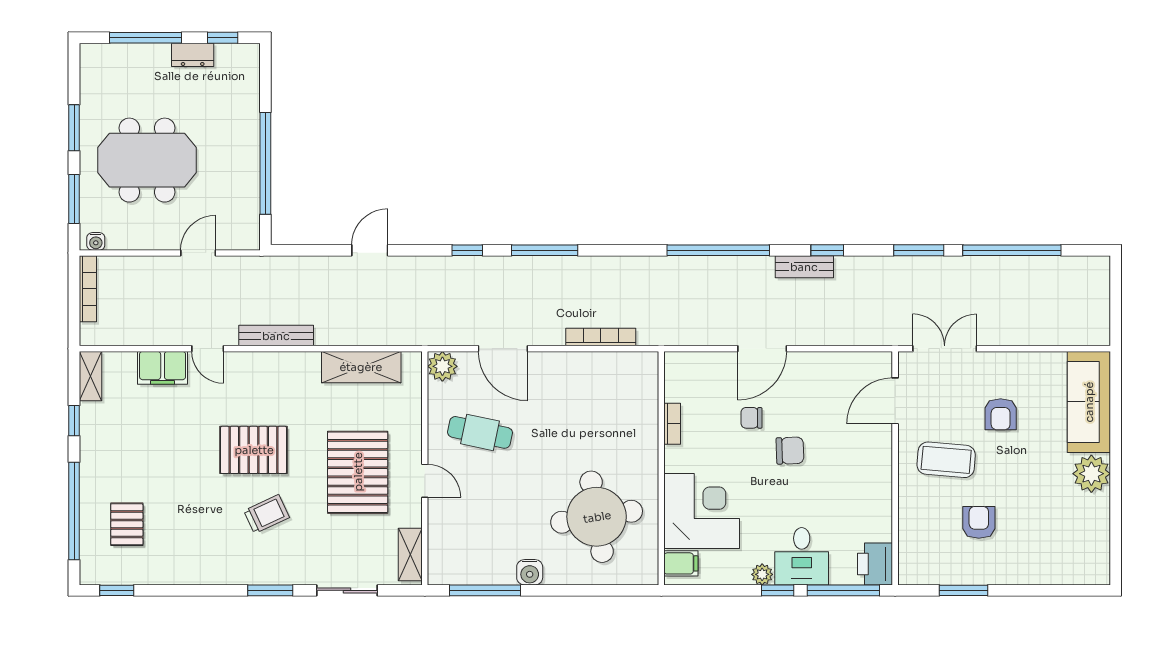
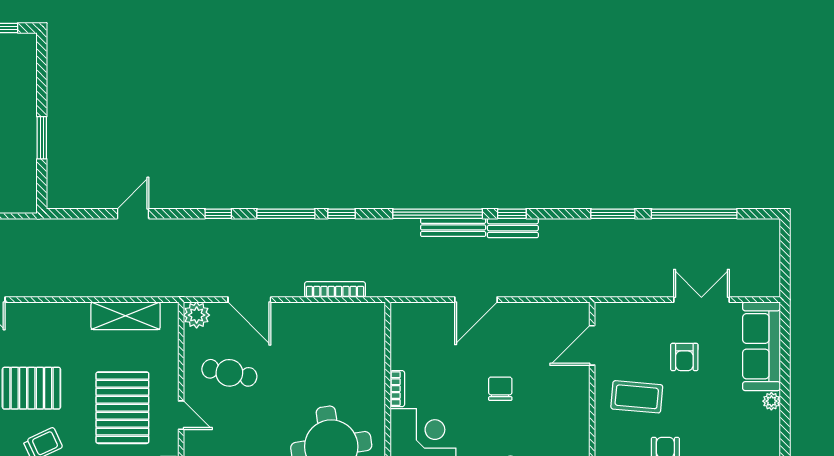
window: (265, 163) -> (42, 138), width x0.47
window: (608, 250) -> (342, 214), added
window: (827, 250) -> (512, 214), moved
bench: (276, 336) -> (453, 227), moved
double door: (945, 349) -> (701, 300), moved
chair: (751, 418) -> (467, 360), removed
bookcase: (672, 424) -> (397, 389), moved
chair: (790, 451) -> (500, 389), turned -88
plant: (1091, 474) -> (771, 401), width x0.53, depth x0.53

